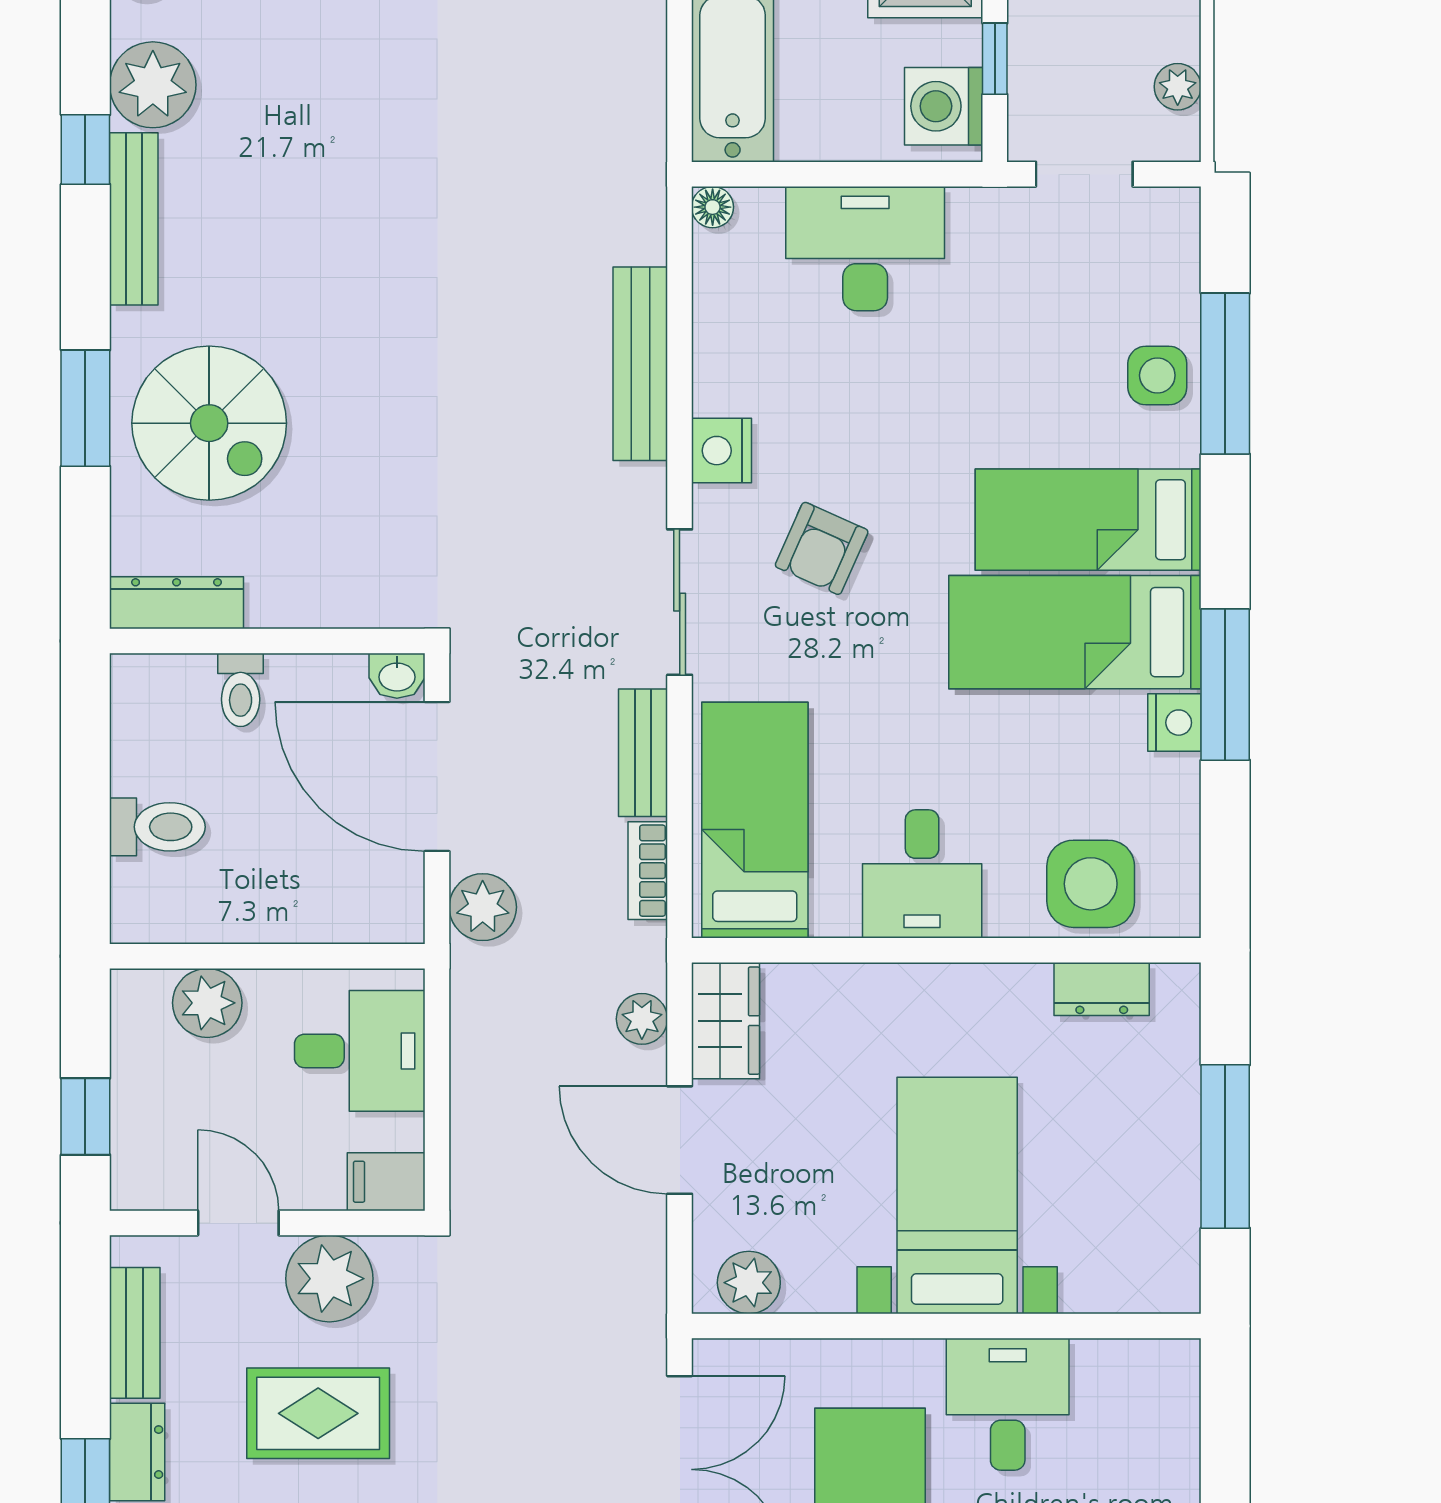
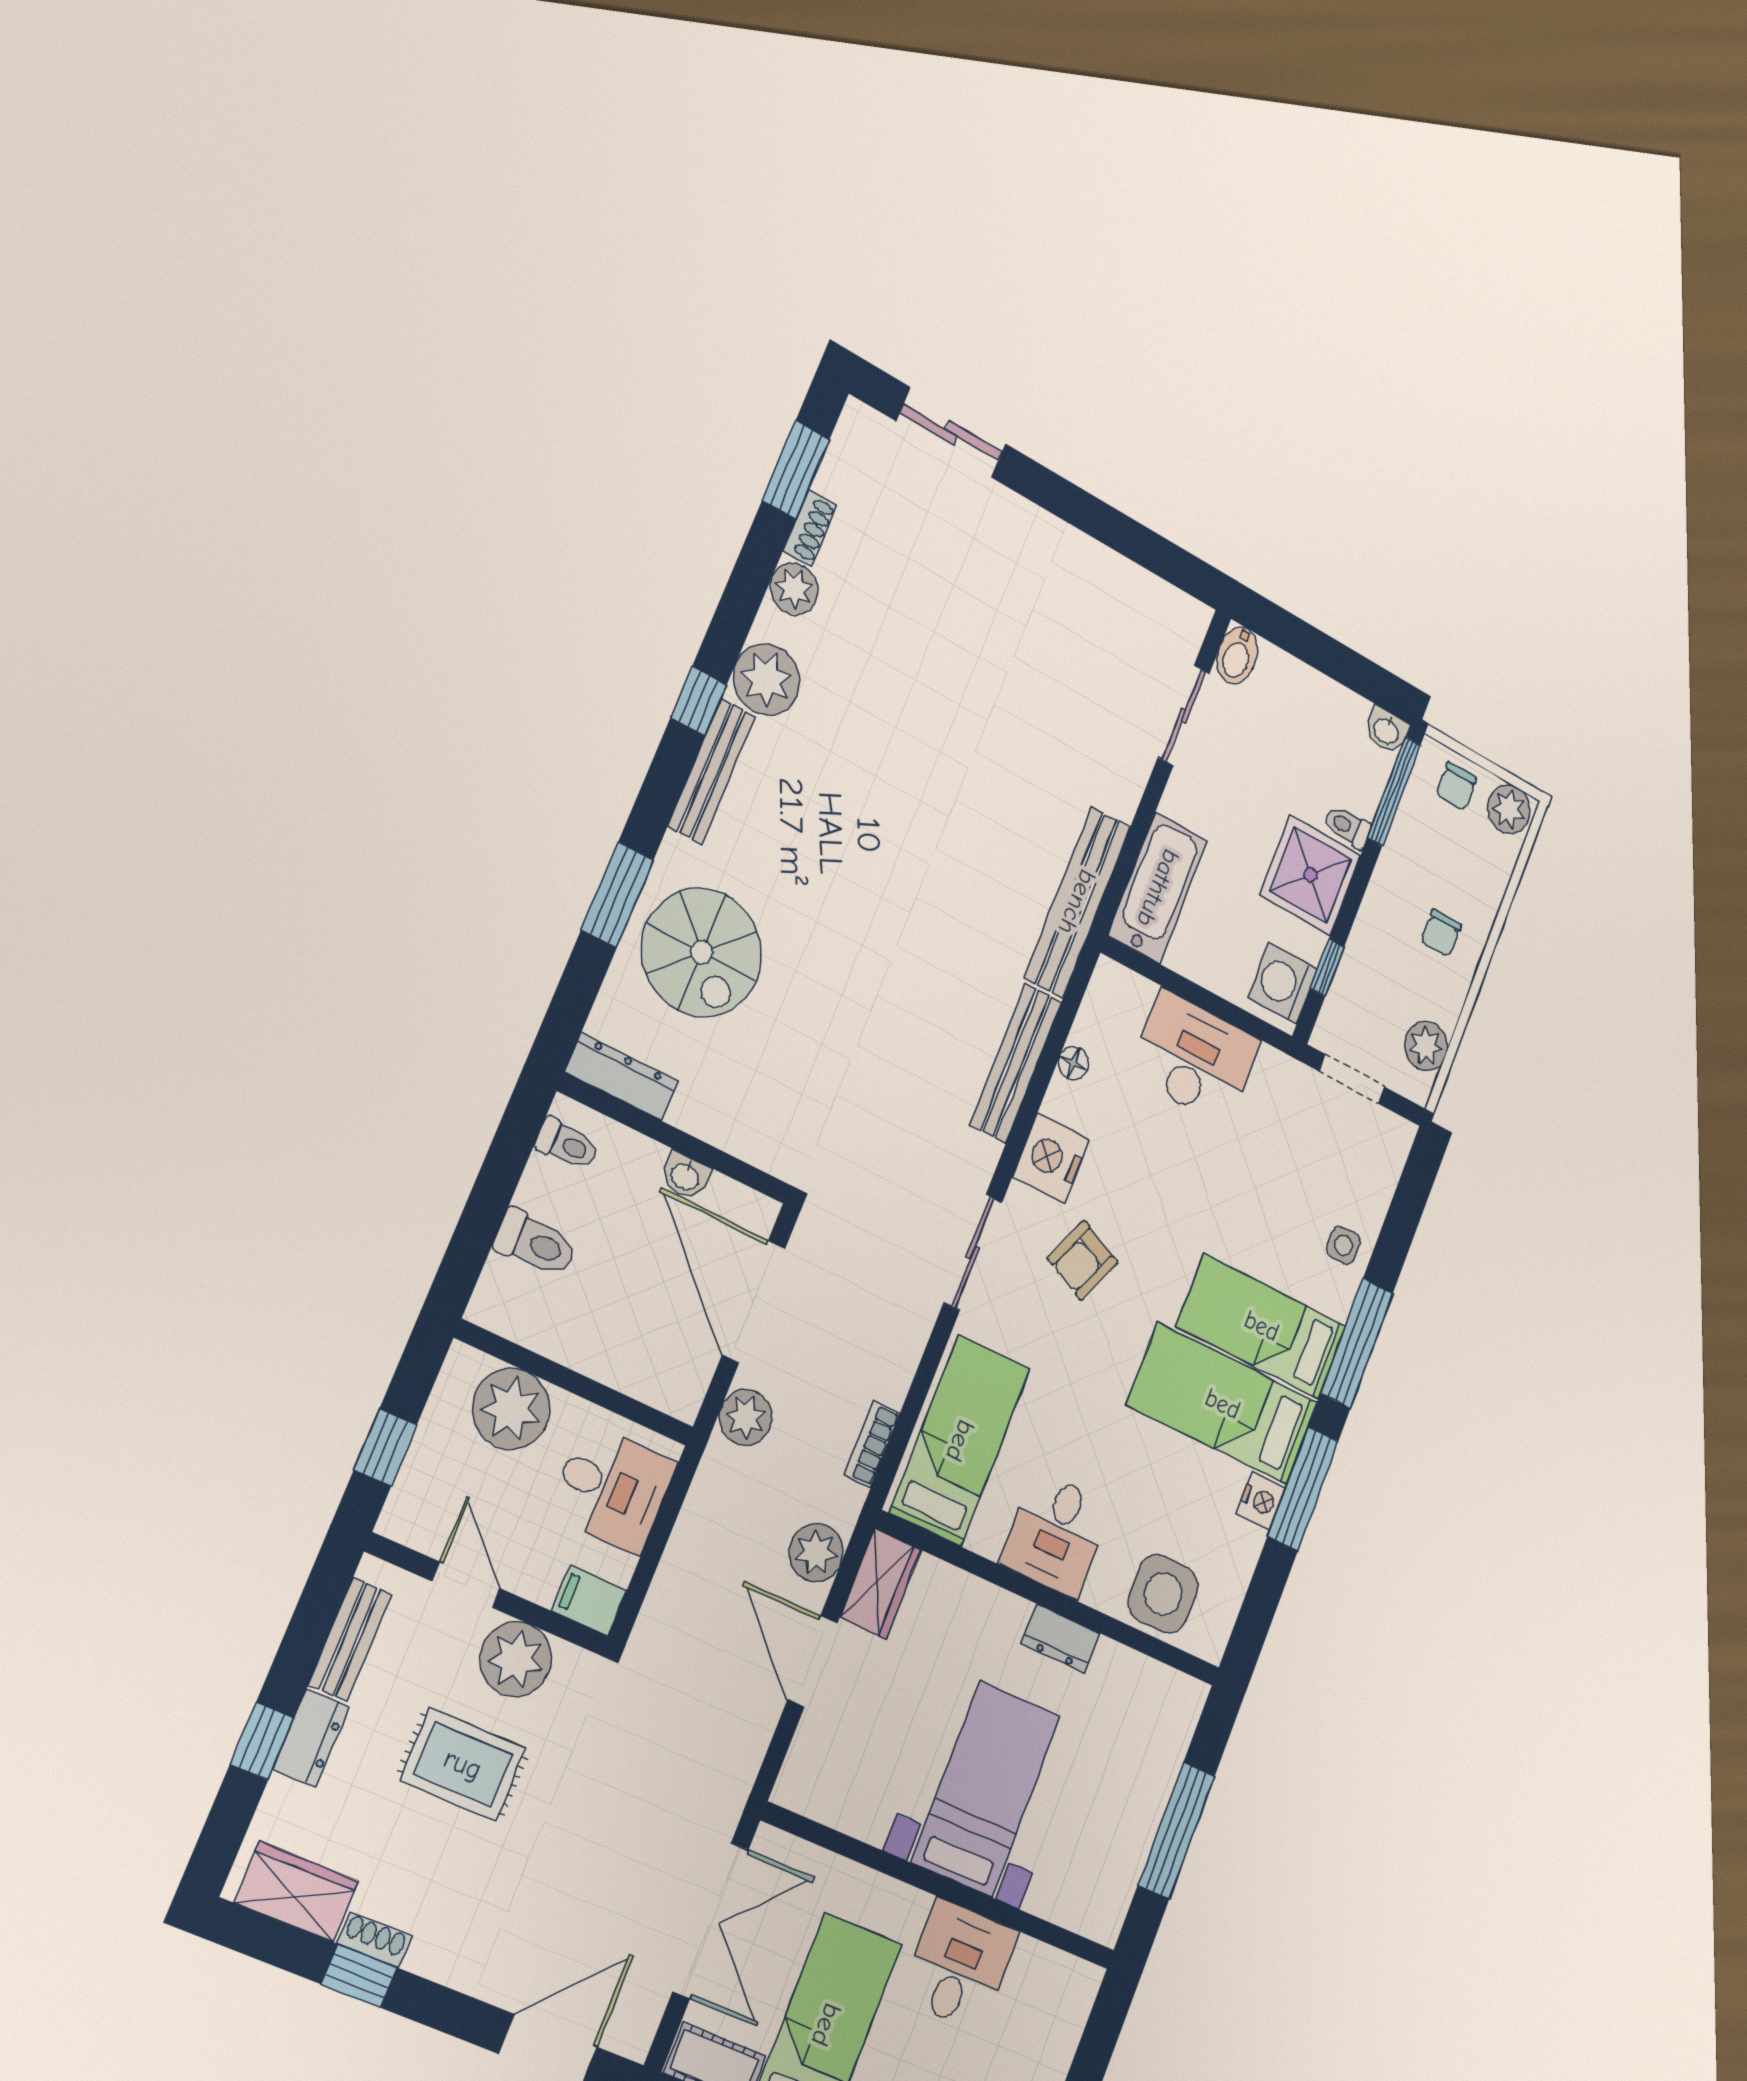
plant: (1178, 87) -> (1426, 1046), width x1.38, depth x1.38
floor lamp: (713, 207) -> (1073, 1063), moved
window: (1225, 374) -> (1357, 1343), moved
side table: (1157, 375) -> (1343, 1245), width x0.73, depth x0.73
nightstand: (721, 451) -> (1051, 1158), width x1.36, depth x1.33
washbasin: (397, 676) -> (685, 1176), moved
toilet: (241, 690) -> (567, 1144), moved, turned -90
bench: (643, 753) -> (1077, 902), moved, width x1.86, depth x1.21
dresser: (1102, 989) -> (1061, 1639), moved
plant: (207, 1003) -> (511, 1409), width x1.36, depth x1.36
plant: (642, 1019) -> (816, 1553), width x1.38, depth x1.38
plant: (749, 1283) -> (817, 1794), removed

